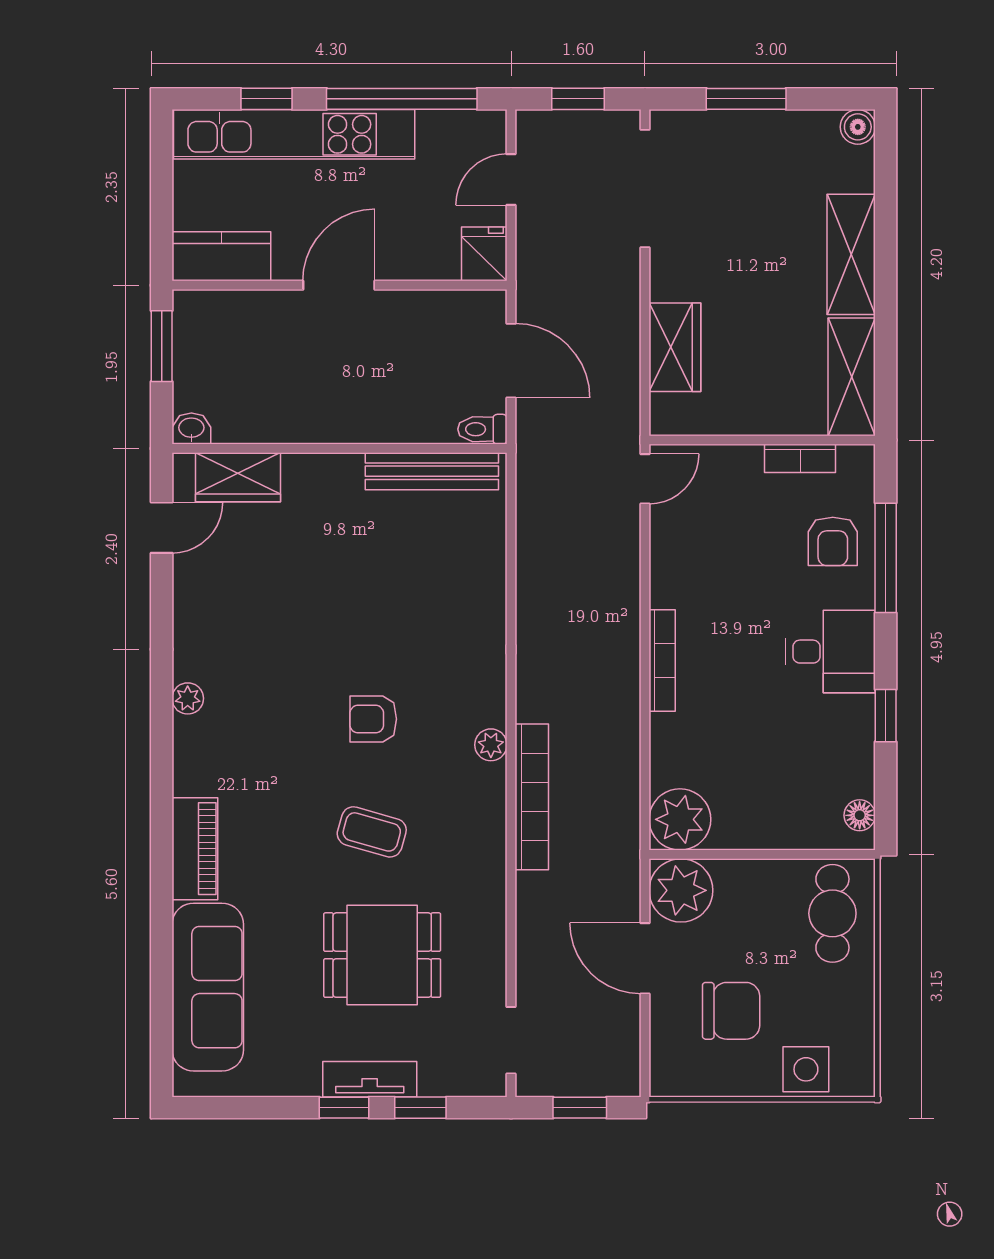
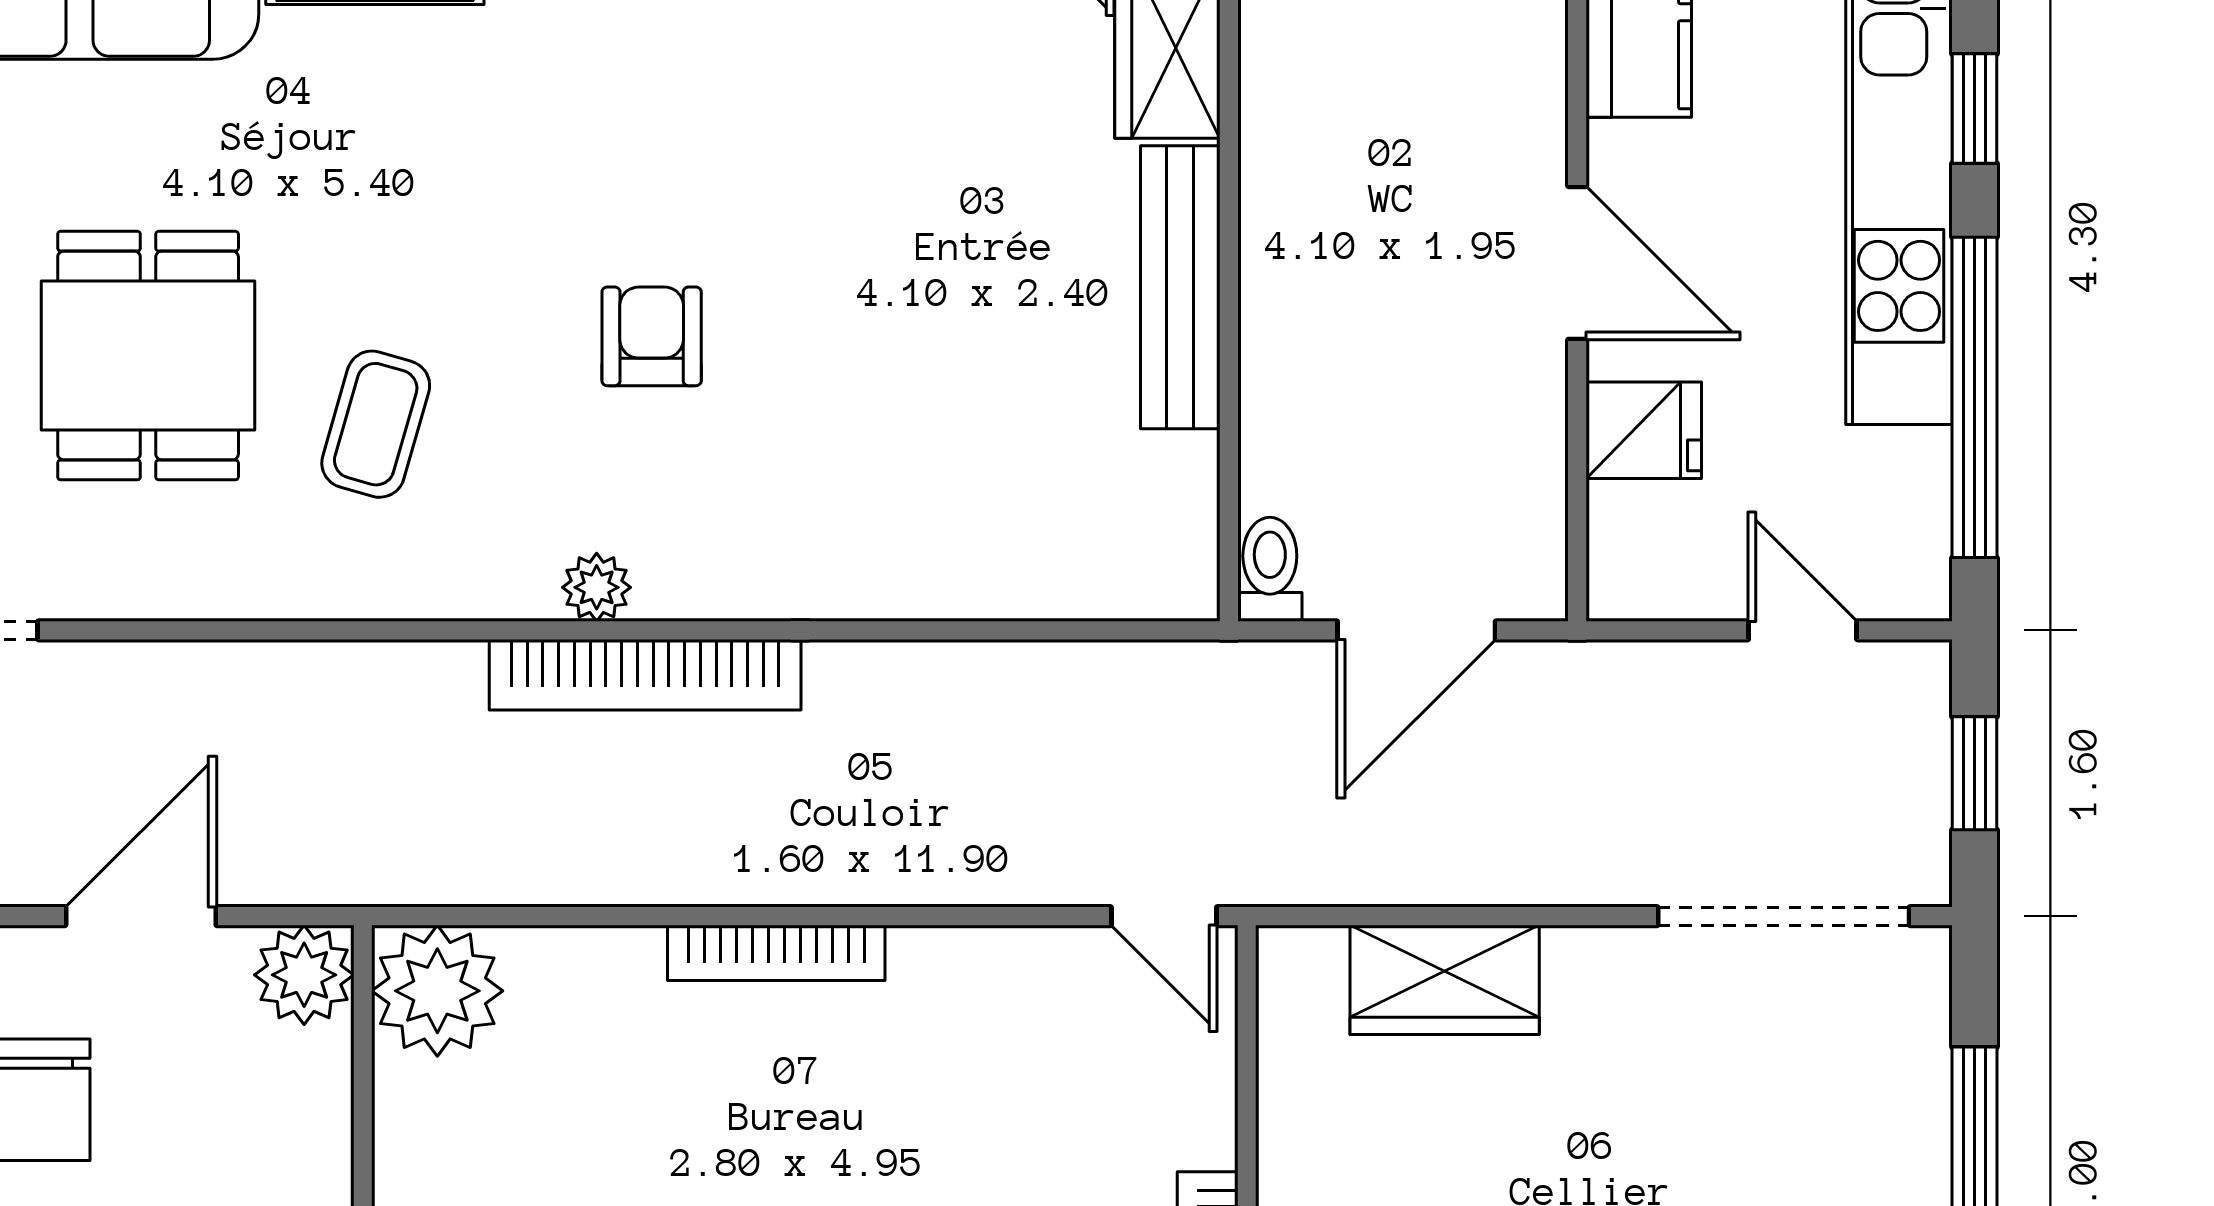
fridge: (484, 254) -> (1644, 430), moved
bench: (432, 471) -> (1180, 287), moved
bookcase: (532, 797) -> (645, 675), moved
coffee table: (372, 832) -> (376, 424), moved
plant: (681, 890) -> (304, 975), width x0.73, depth x0.73

